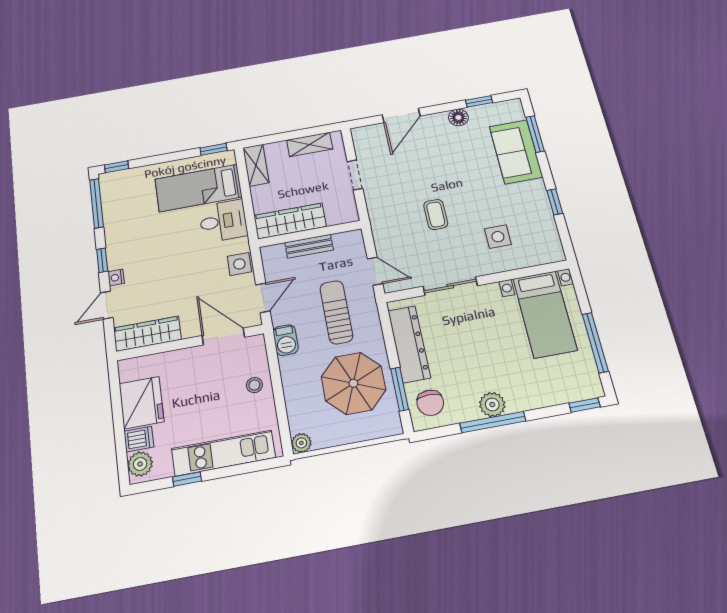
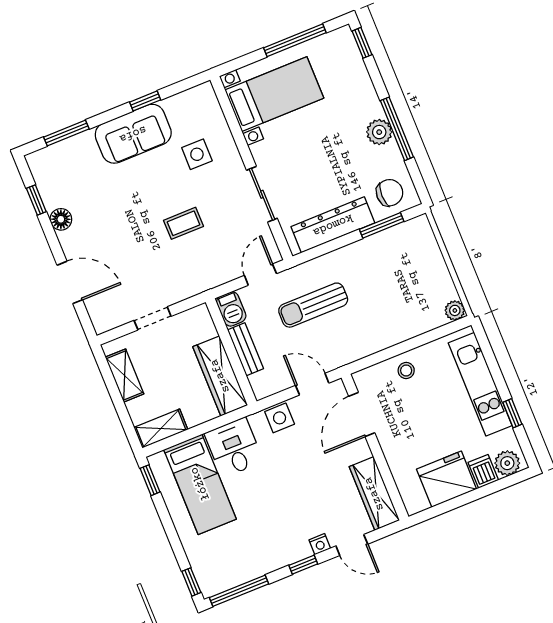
sofa: (516, 152) -> (133, 134), moved
barbecue: (286, 340) -> (231, 309), moved, turned 90
parasol: (353, 383) -> (385, 272), removed

